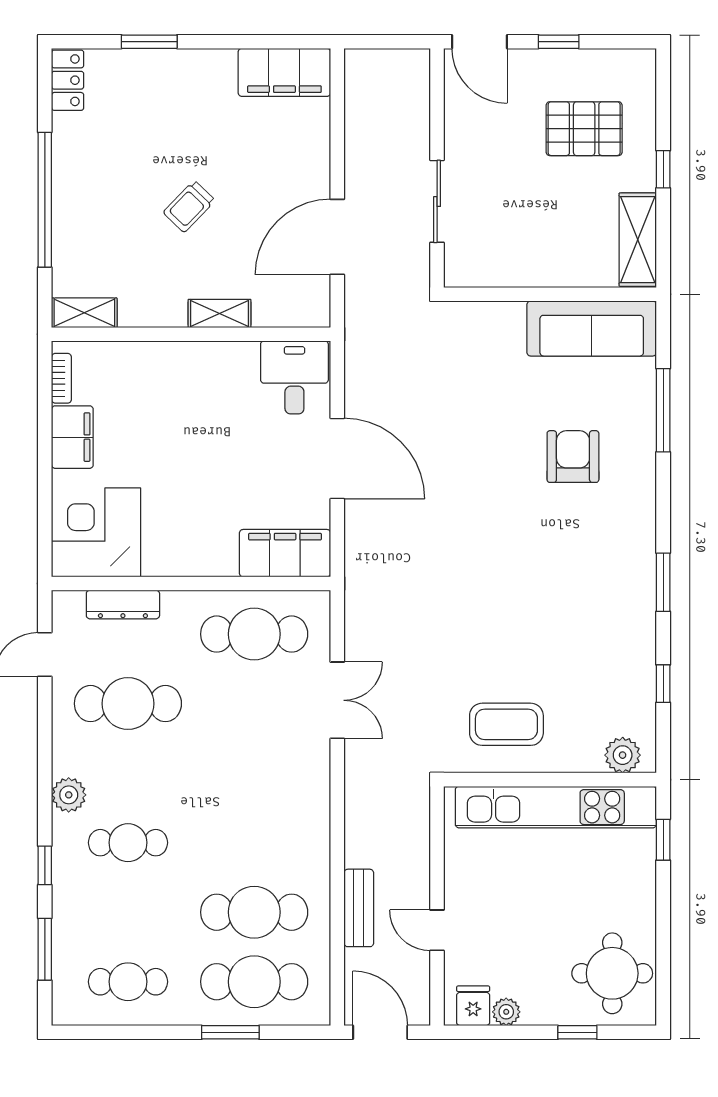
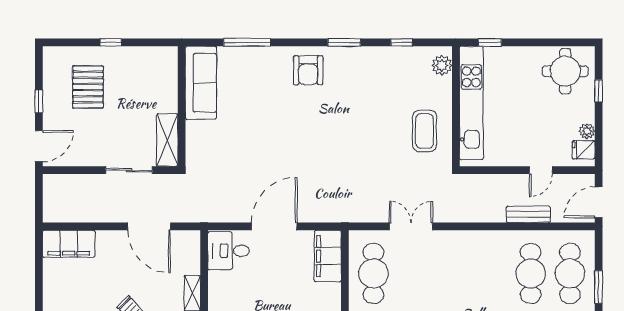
filing cabinet: (284, 72) -> (69, 244), moved, turned 90
shelving: (638, 240) -> (167, 140), moved, turned 90
armchair: (573, 457) -> (308, 70), moved, turned -90

